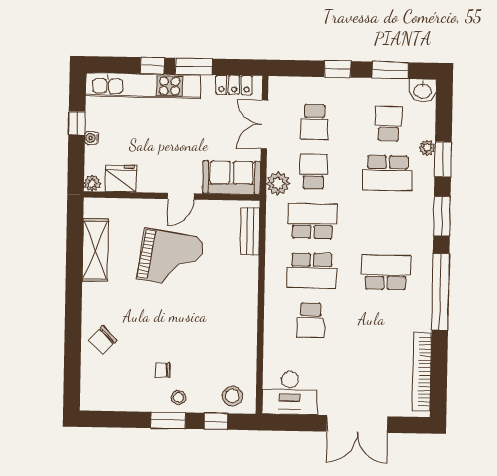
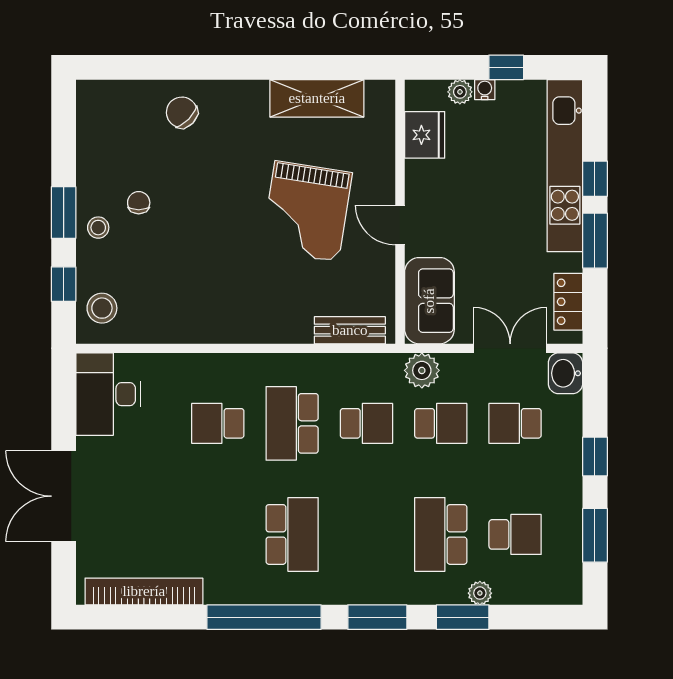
washbasin: (423, 90) -> (565, 373), moved
plant: (92, 183) -> (460, 92), moved
school desk: (313, 221) -> (366, 423), width x0.54

